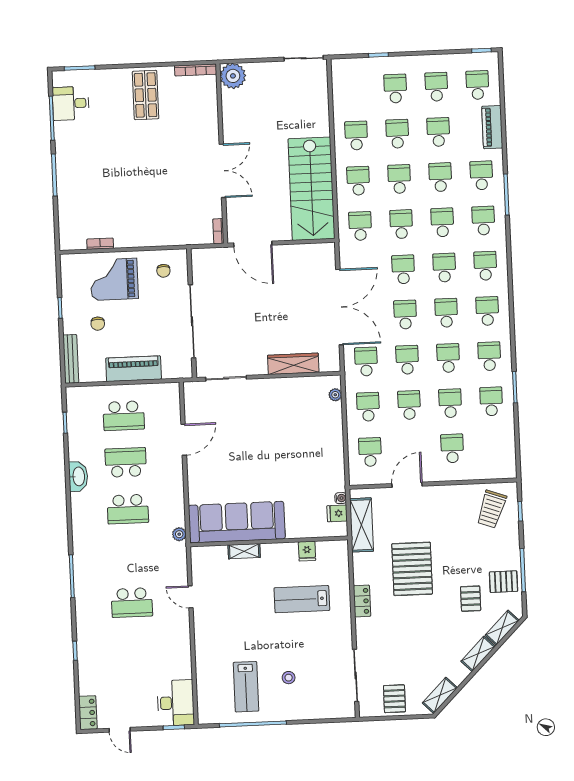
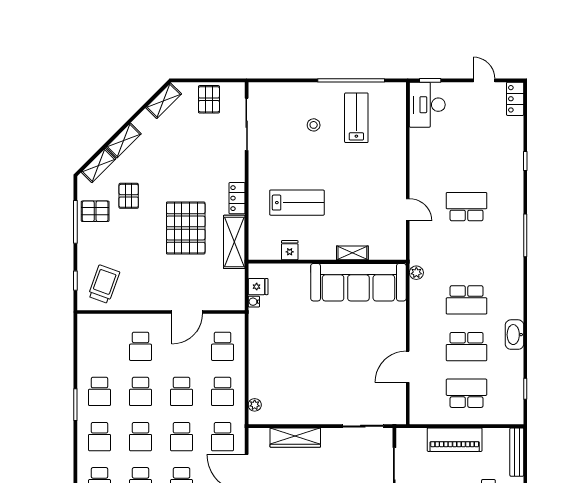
school desk: (128, 509) -> (467, 300), turned 180
shelving: (361, 525) -> (234, 242), moved

